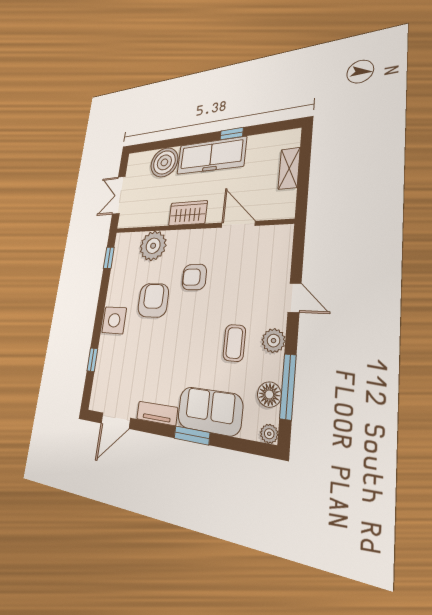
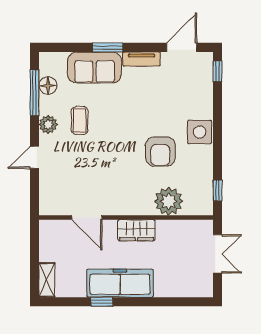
boiler: (164, 162) -> (169, 283), removed
shelving: (289, 168) -> (47, 280), moved
armchair: (194, 277) -> (122, 173), removed
door: (295, 298) -> (35, 157), hinge flipped
window: (92, 360) -> (218, 71), moved
plant: (269, 434) -> (46, 59), removed

